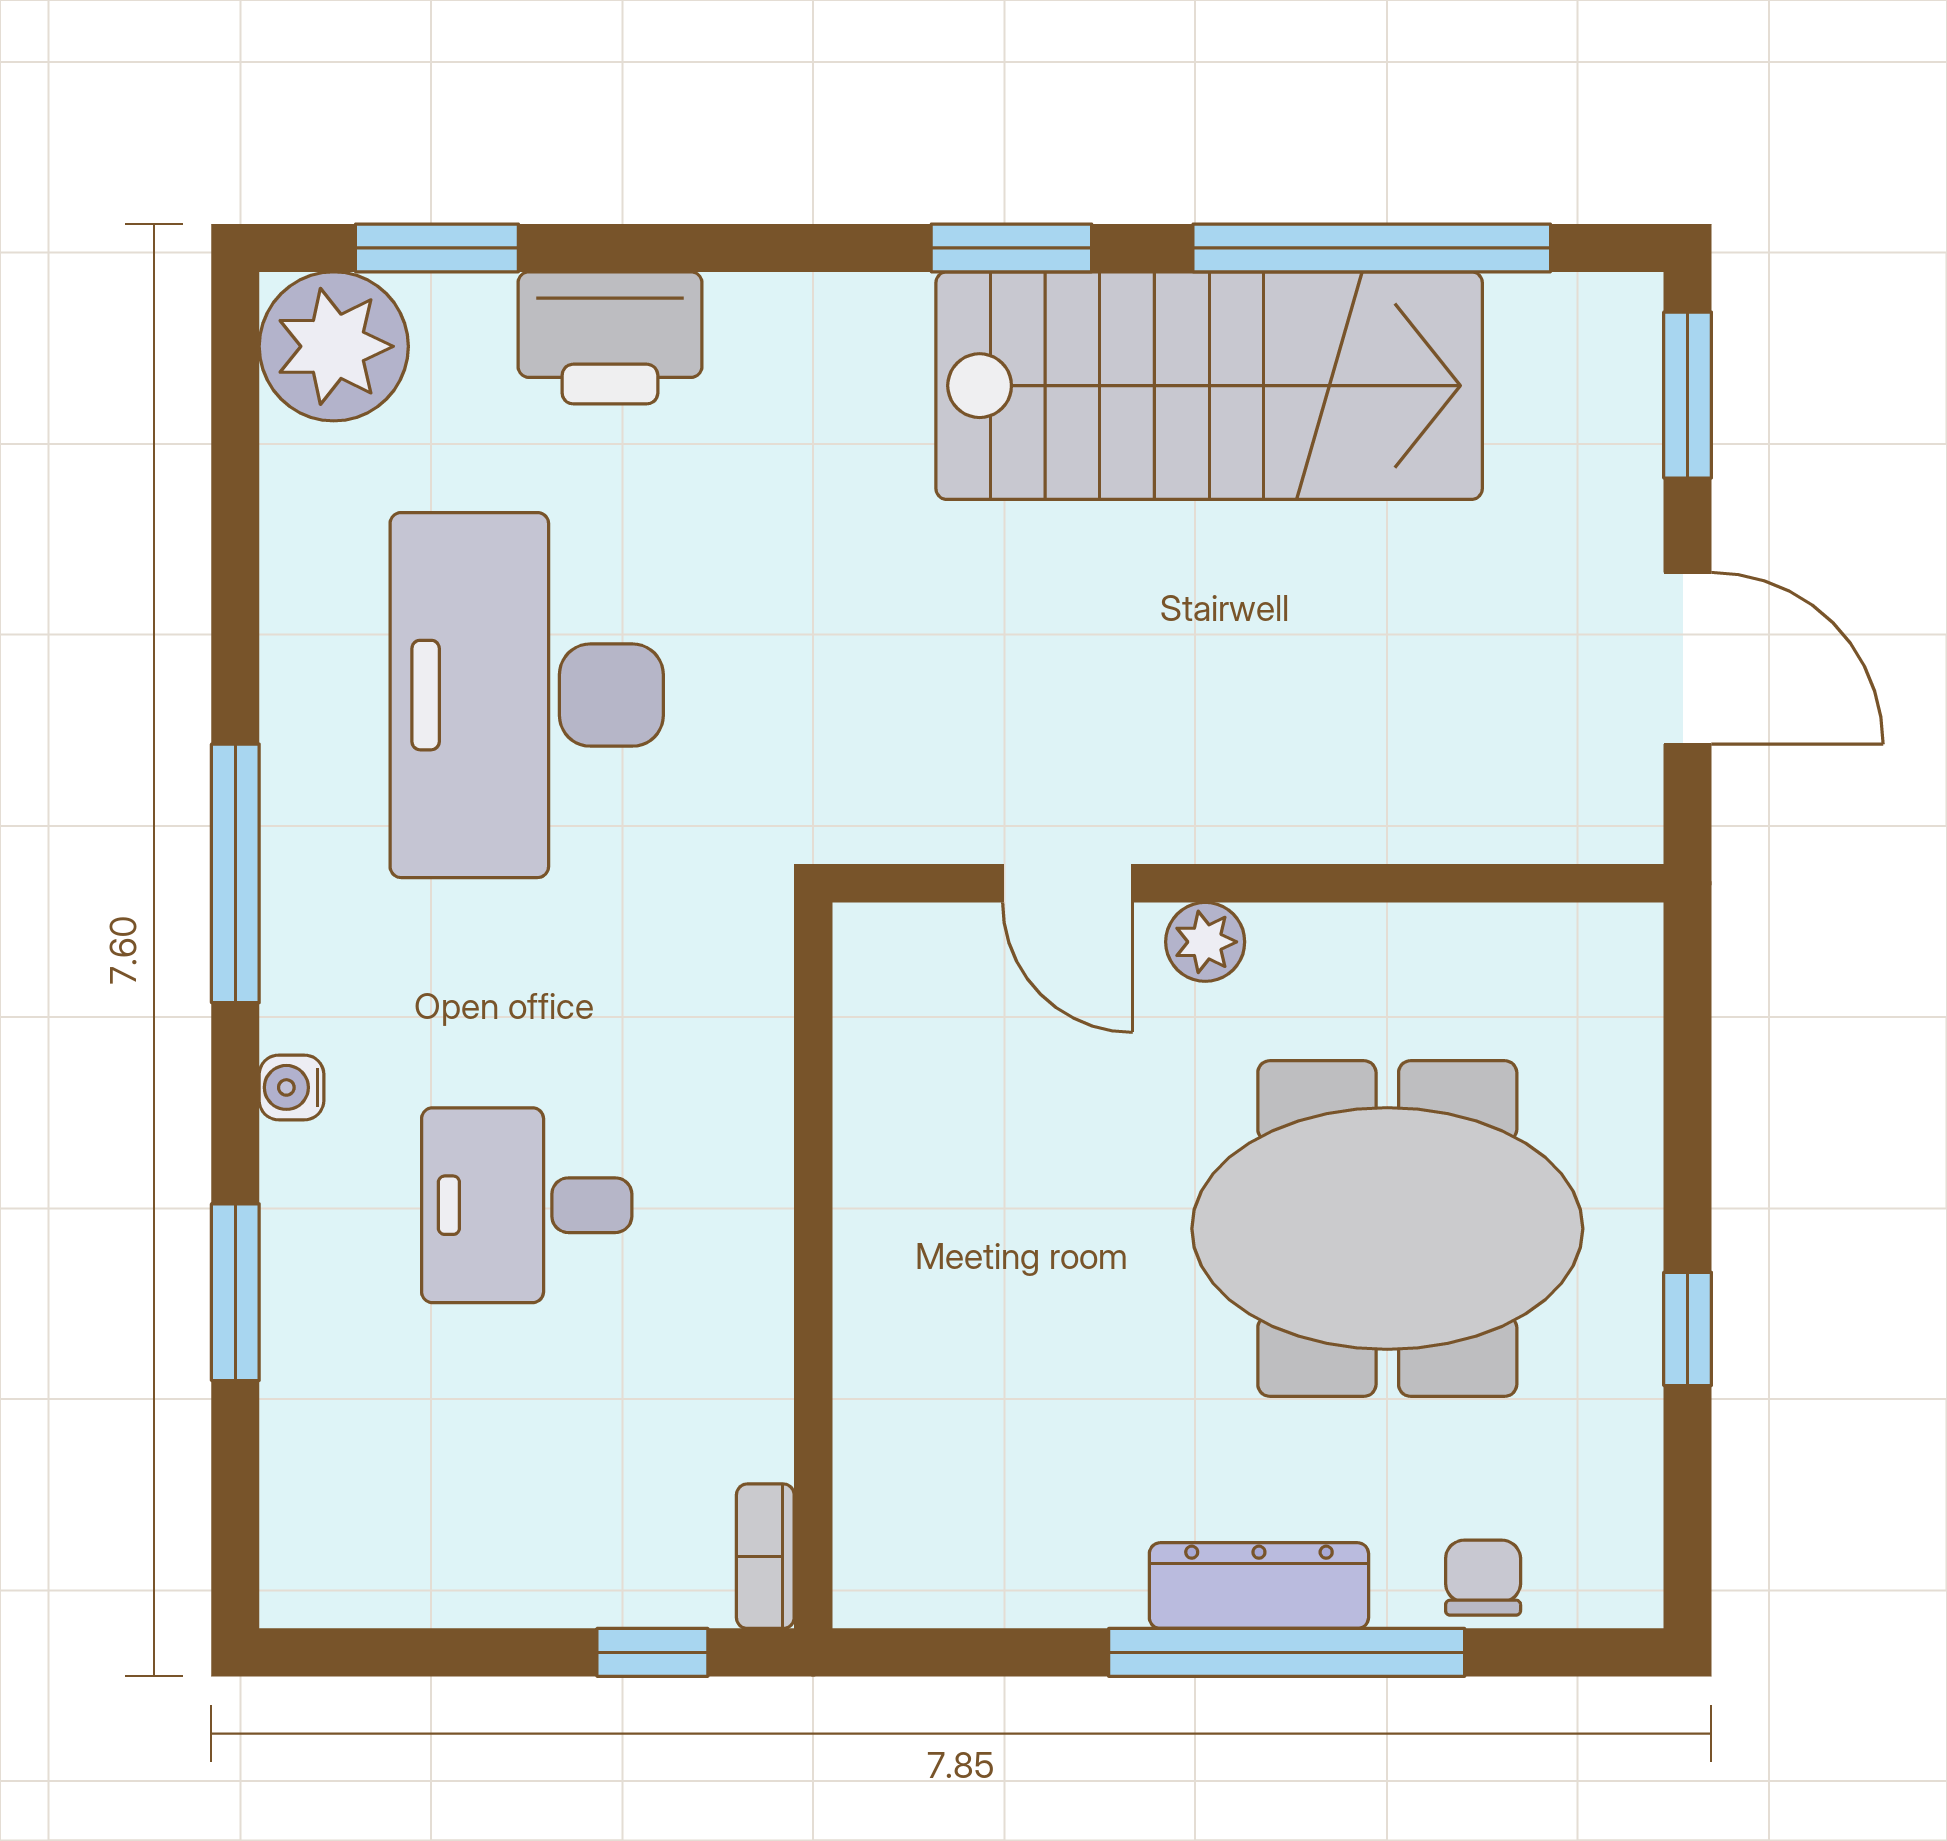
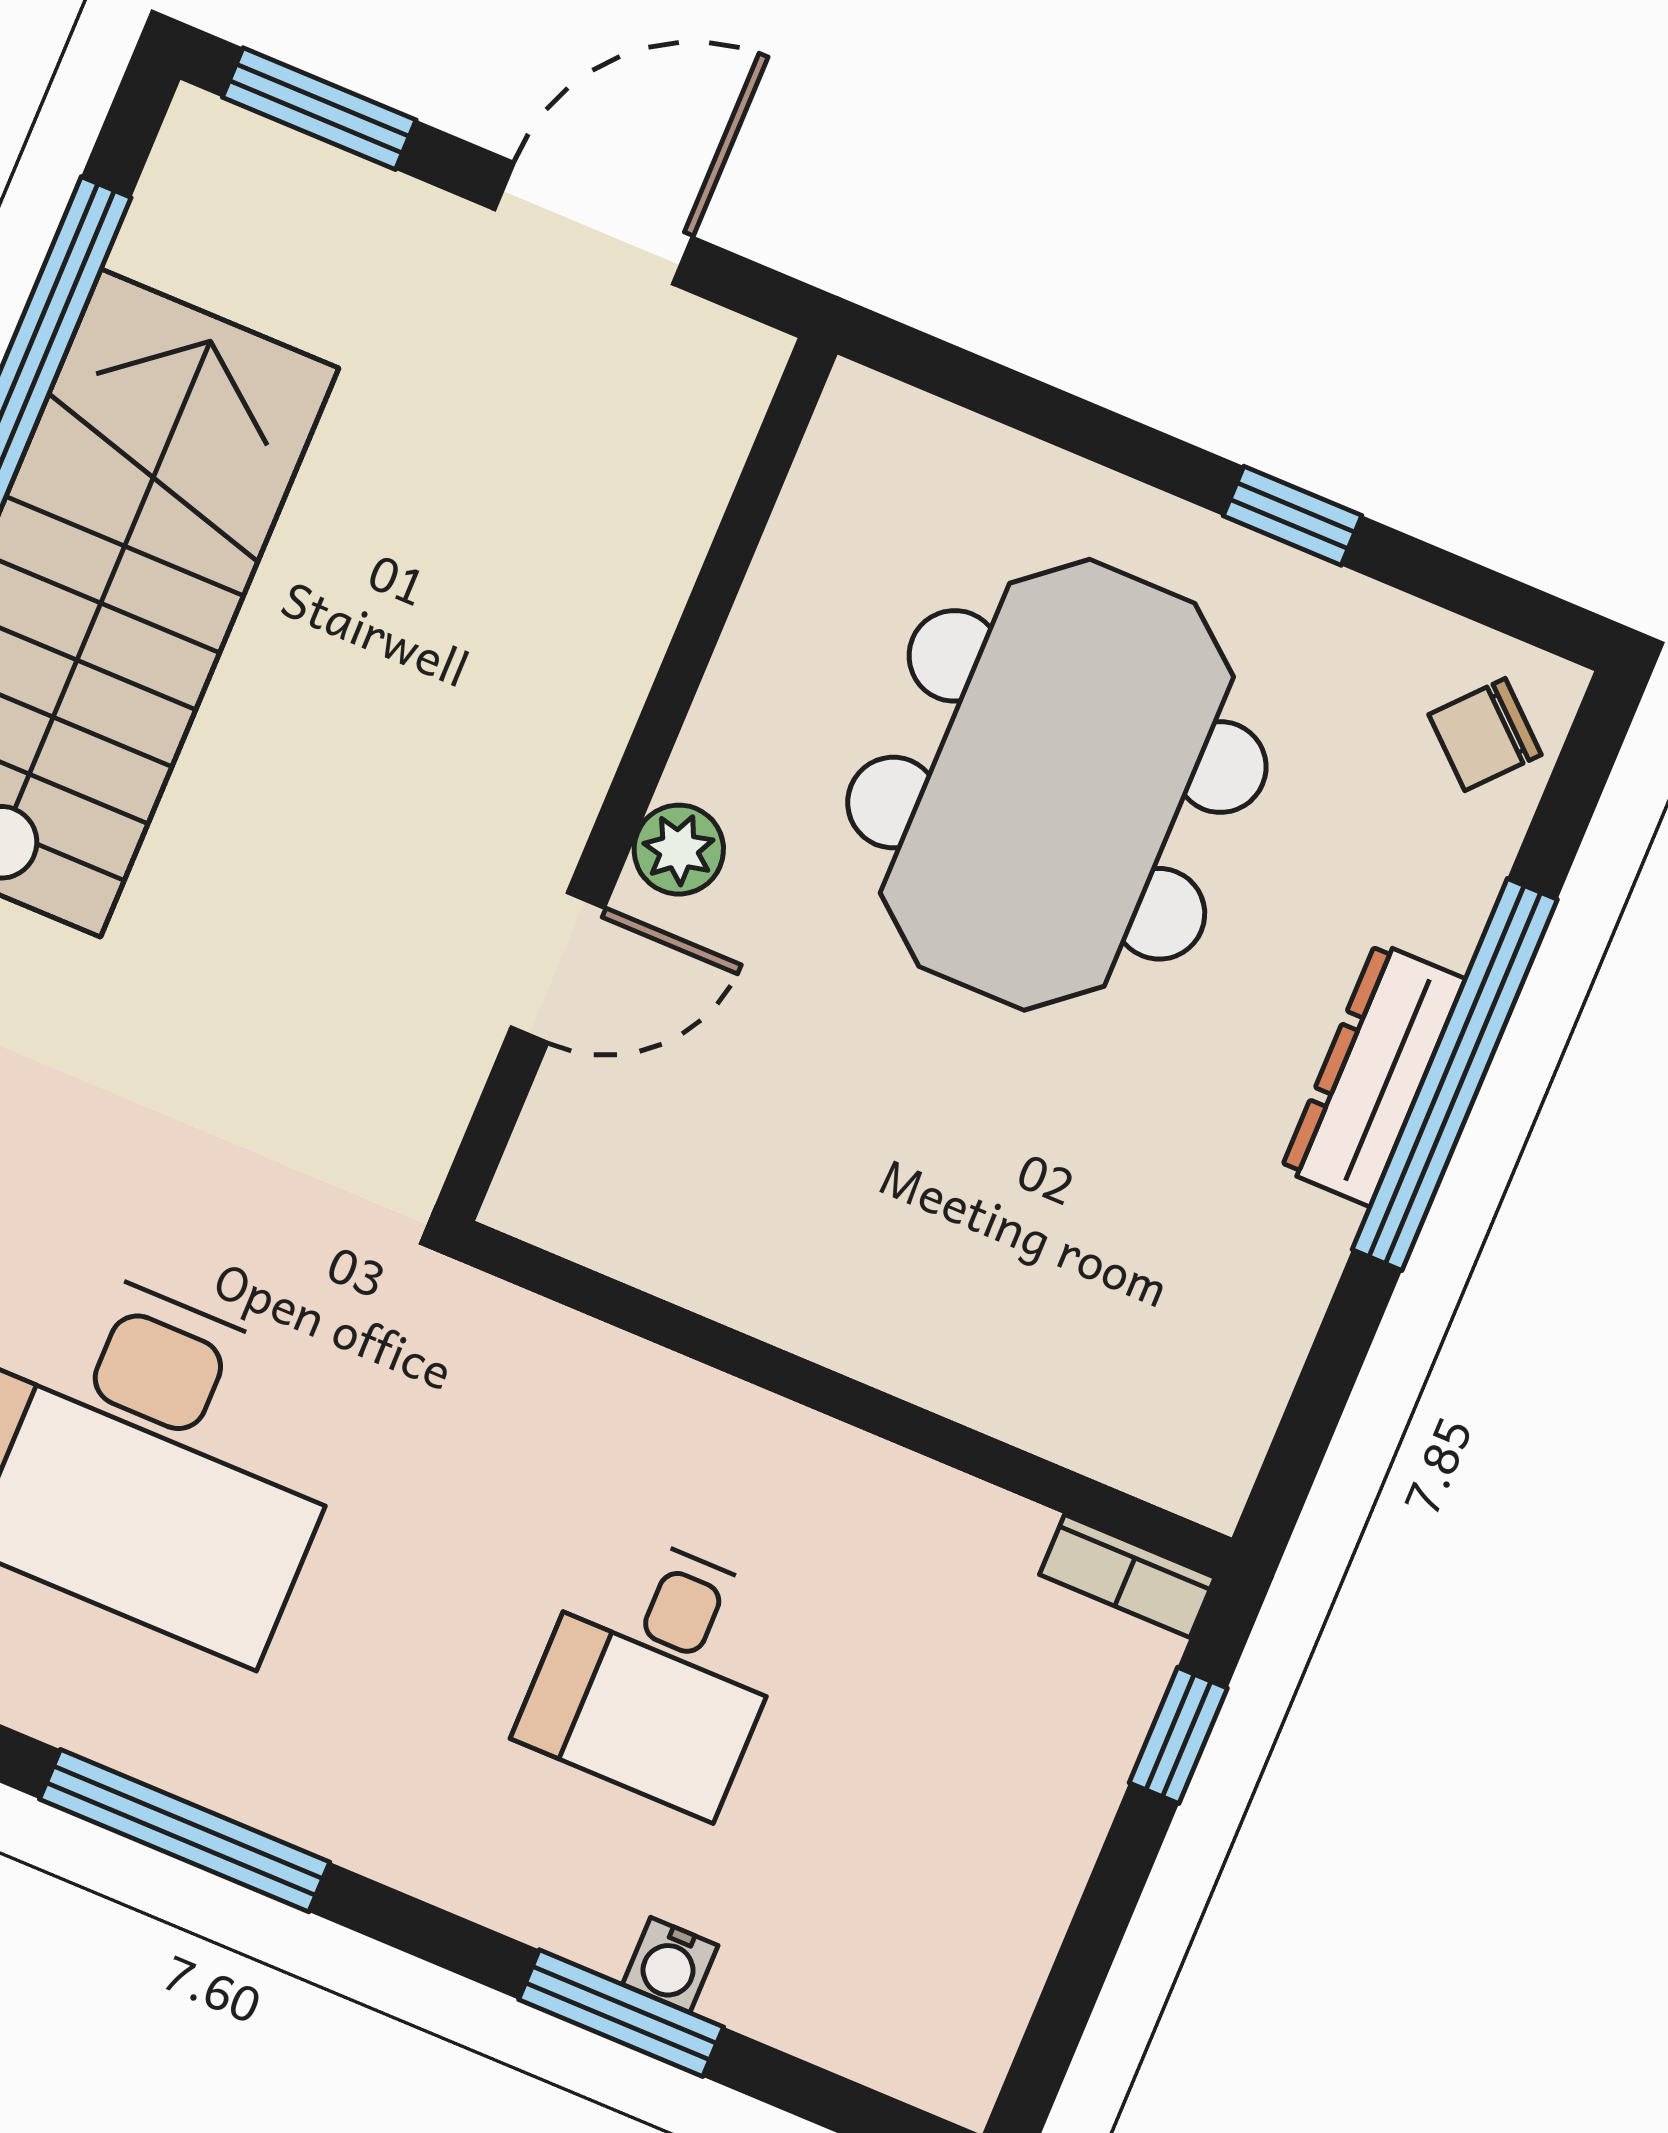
water cooler: (292, 1087) -> (670, 1965), moved
chair: (1483, 1578) -> (1485, 735), moved, turned -48

